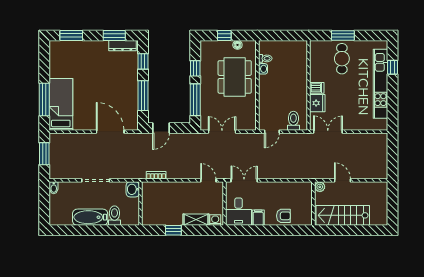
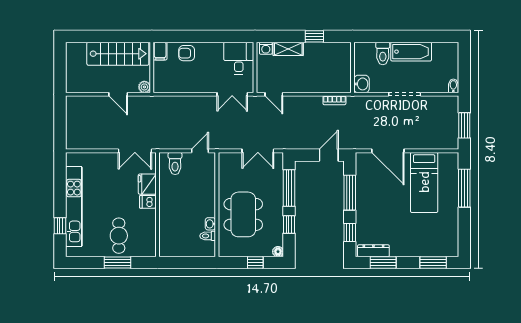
floor lamp: (237, 45) -> (278, 252), moved
bed: (61, 104) -> (424, 182), moved
filing cabinet: (258, 218) -> (160, 51), moved

